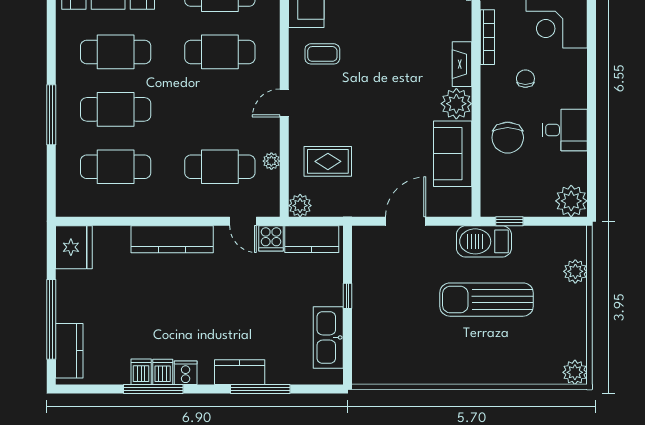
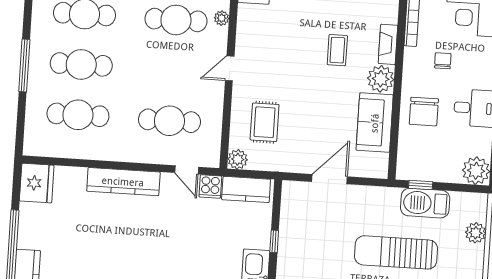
coffee table: (322, 54) -> (337, 50), moved, turned 90
plant: (271, 161) -> (222, 18), moved
rug: (328, 161) -> (265, 122), turned 90
barbecue: (484, 241) -> (425, 203), moved

